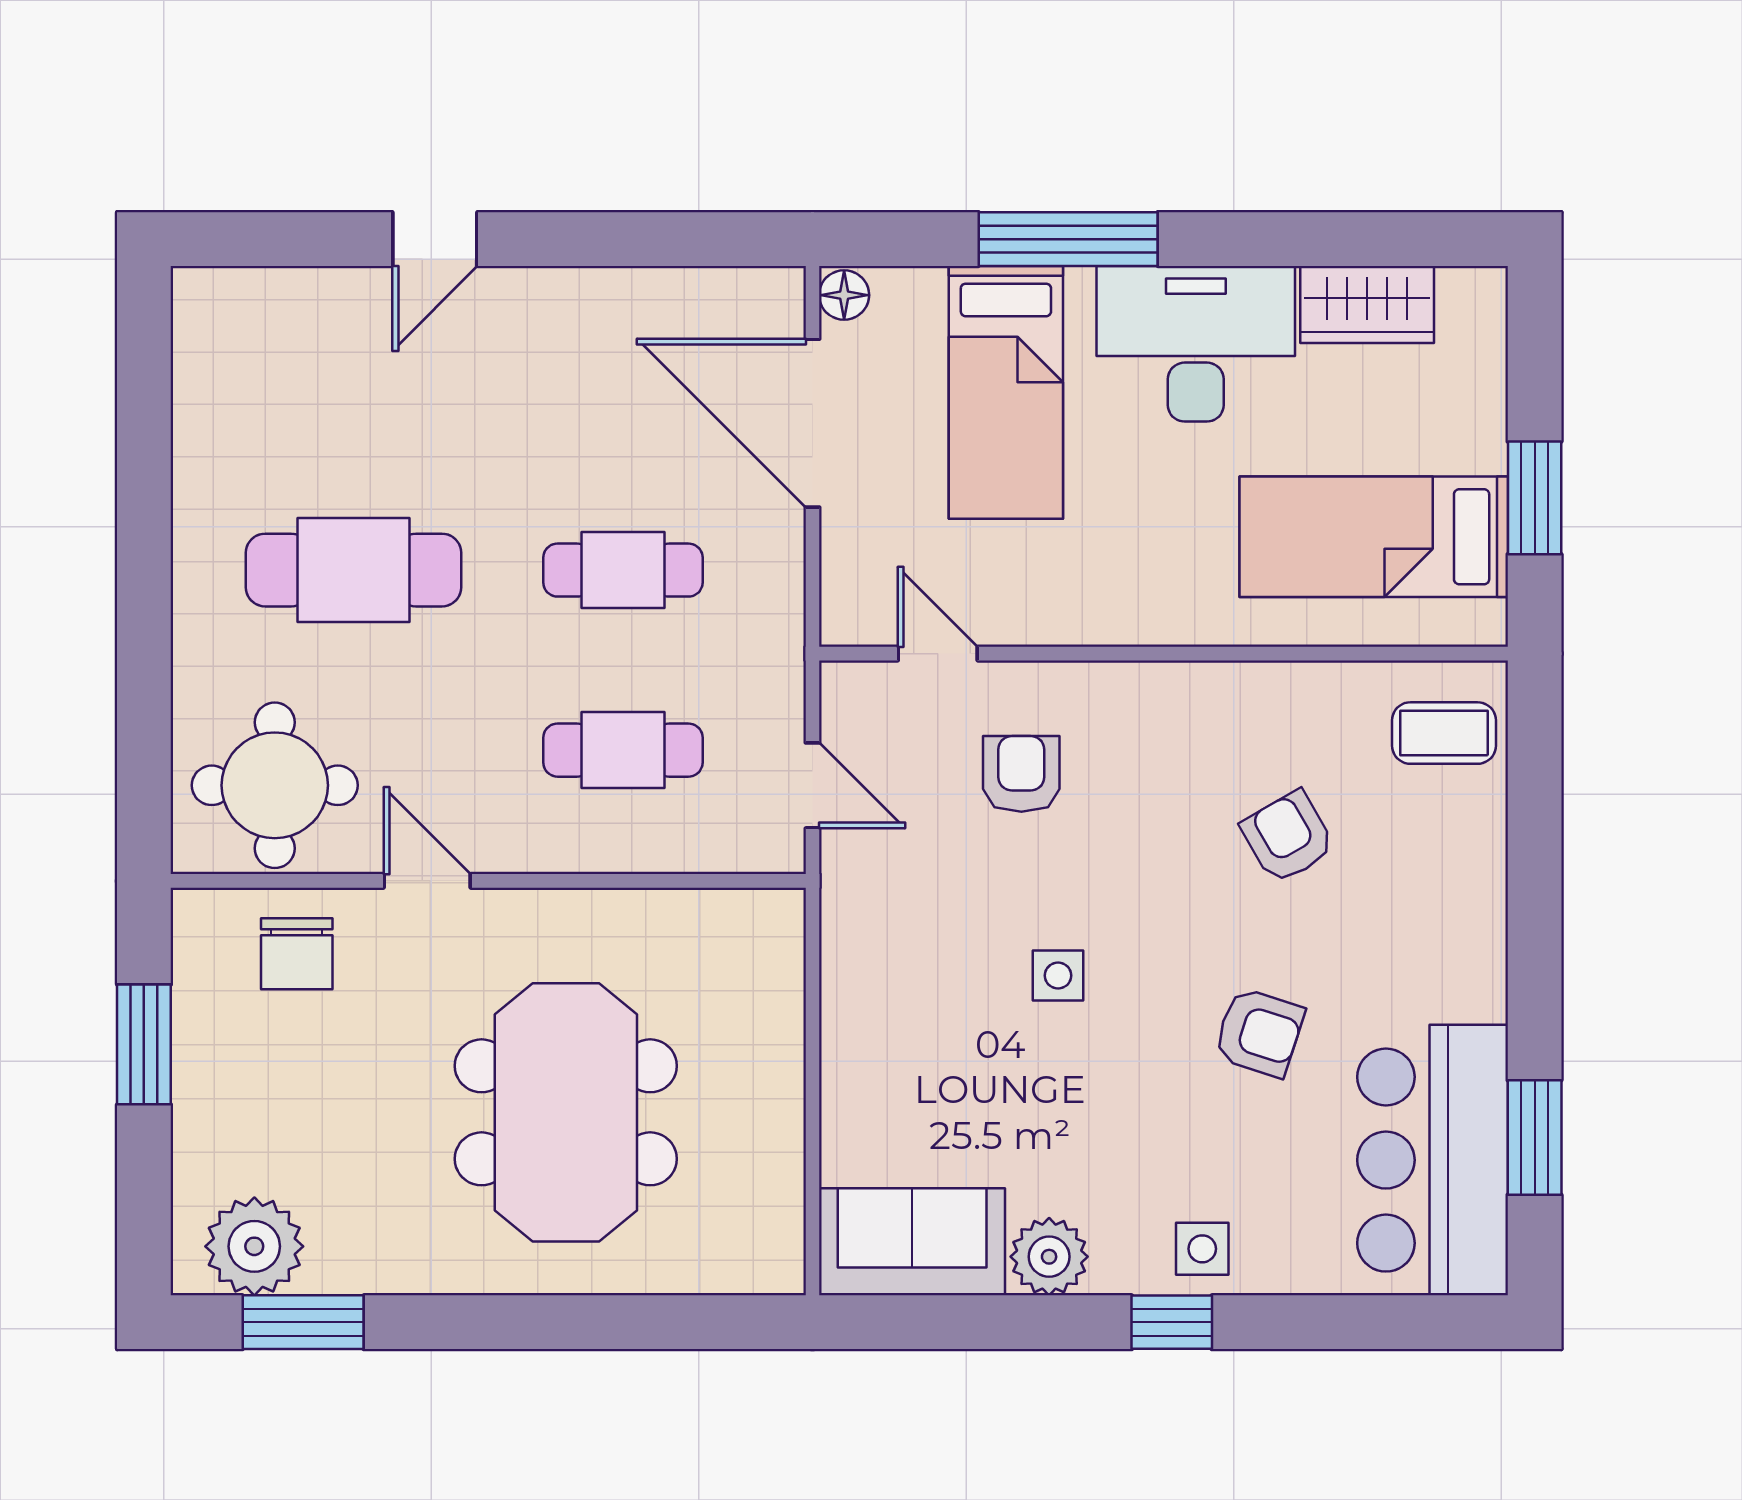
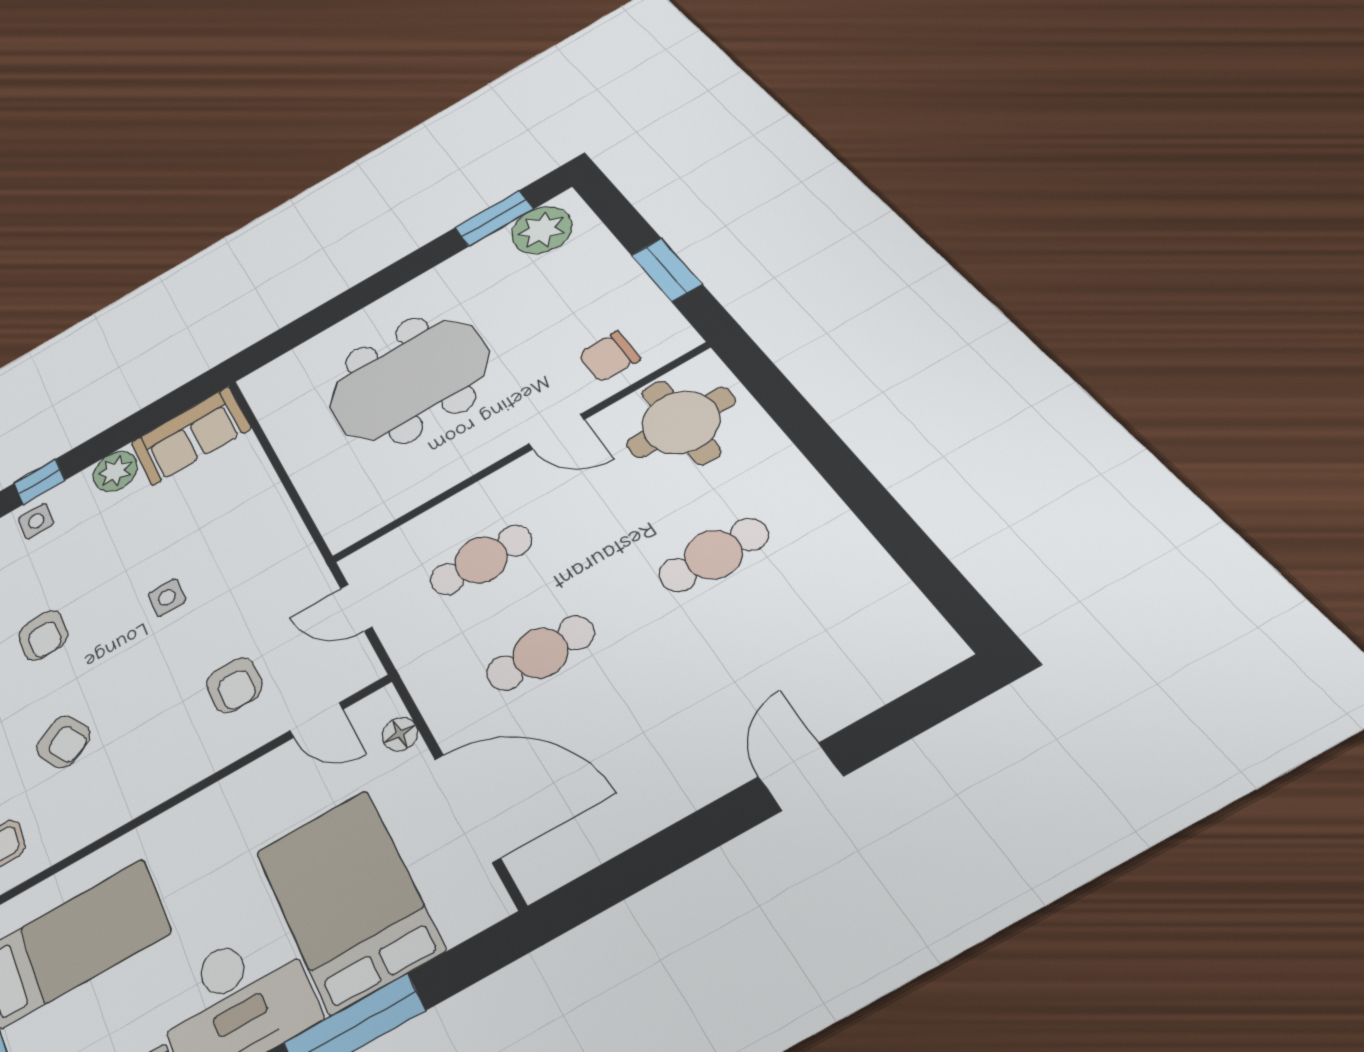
floor lamp: (844, 295) -> (400, 734), moved
bed: (1006, 392) -> (348, 900), width x1.50
cafe table: (354, 570) -> (713, 555), width x0.73, depth x0.74
chair: (297, 954) -> (609, 357), turned -90
armchair: (1259, 1032) -> (43, 635), turned -109
meeting table: (566, 1112) -> (409, 379), turned 90

